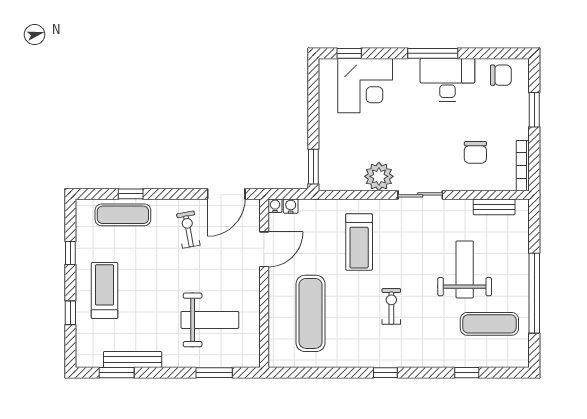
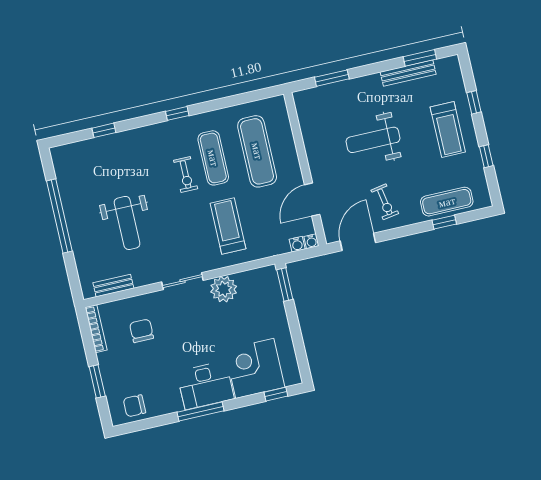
desk: (447, 80) -> (205, 385), moved
weight bench: (210, 320) -> (373, 140), moved
exercise mat: (489, 324) -> (213, 158), moved, turned 90

